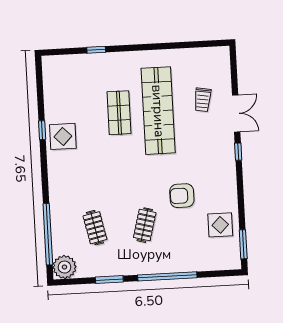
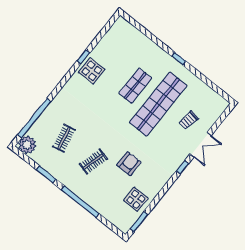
window: (96, 50) -> (179, 59), moved
armchair: (182, 196) -> (129, 164), turned 90

